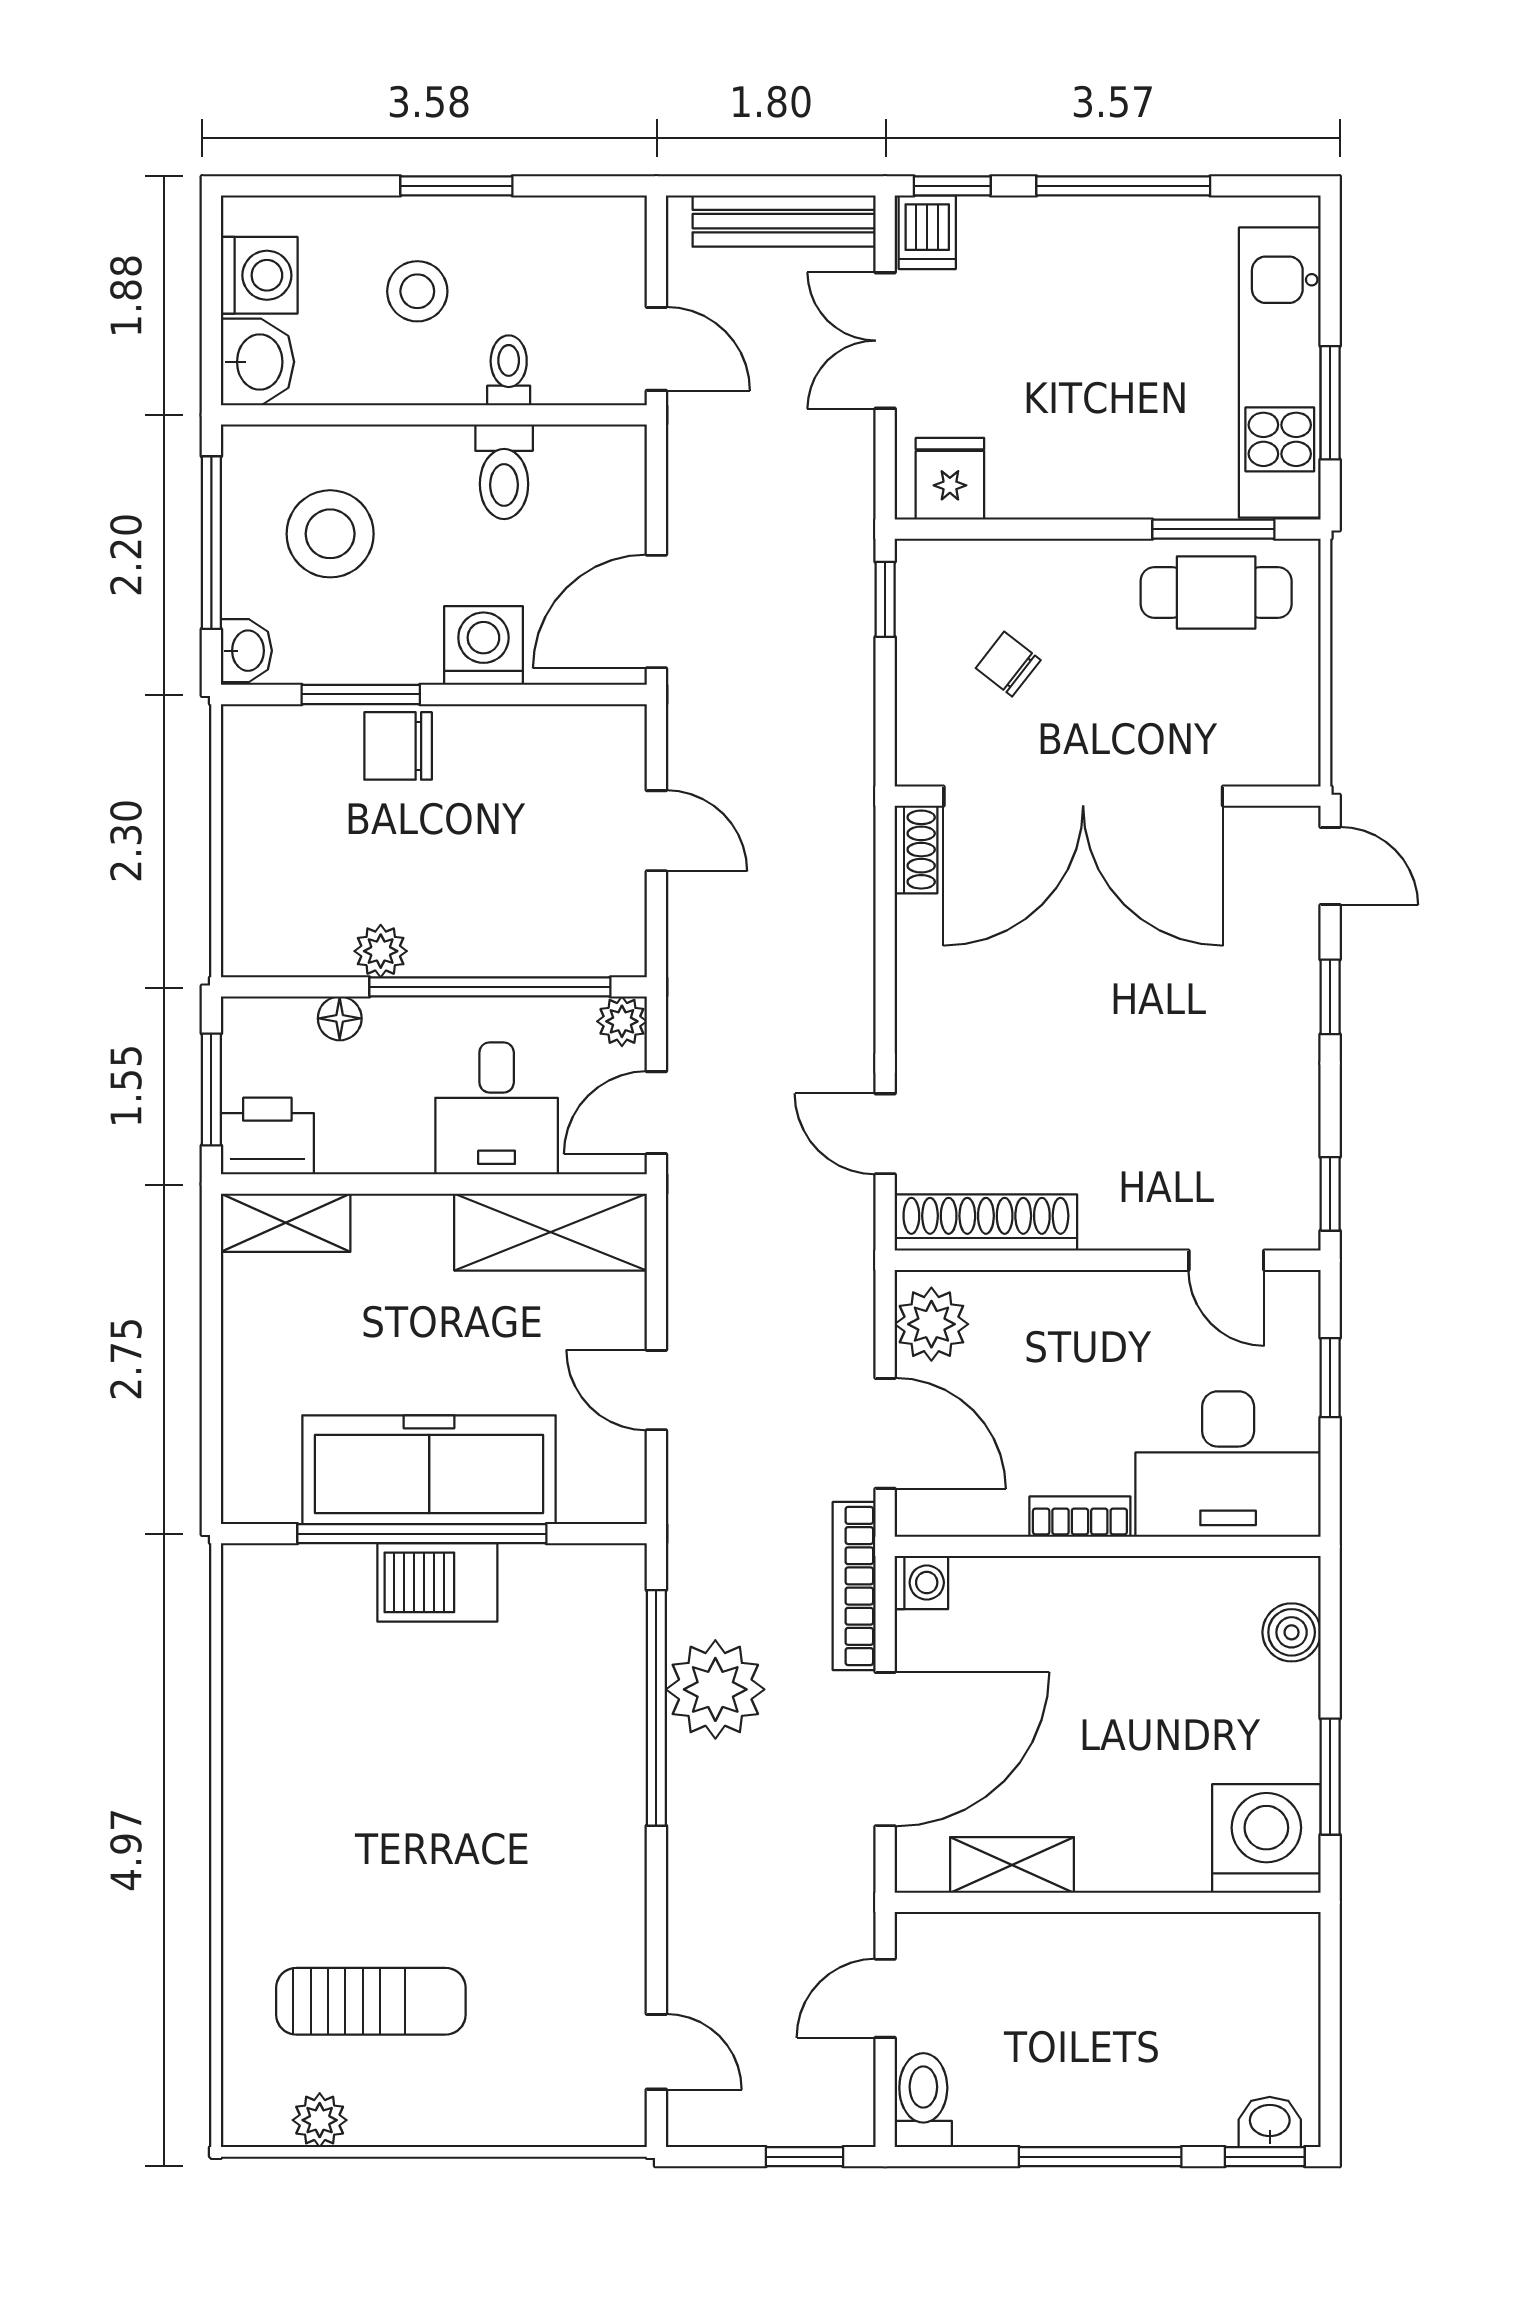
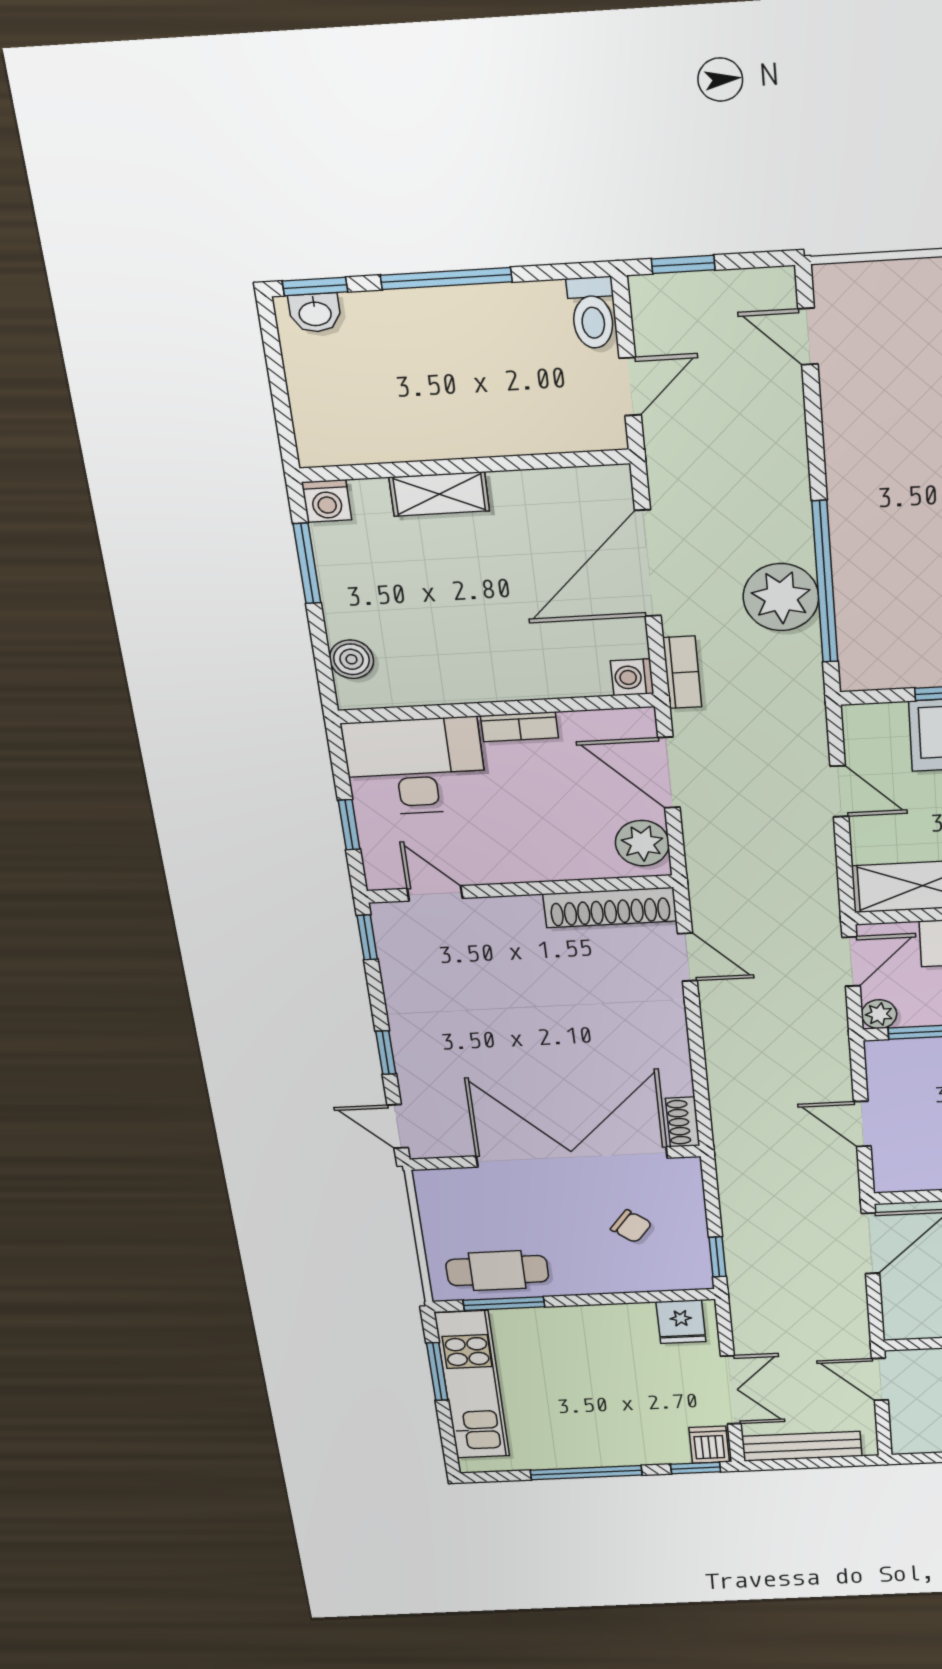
bookcase: (854, 1586) -> (682, 672), width x0.64
washing machine: (1266, 1839) -> (327, 501), width x0.53, depth x0.53
shelving: (1012, 1865) -> (439, 494), moved

